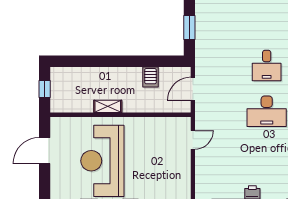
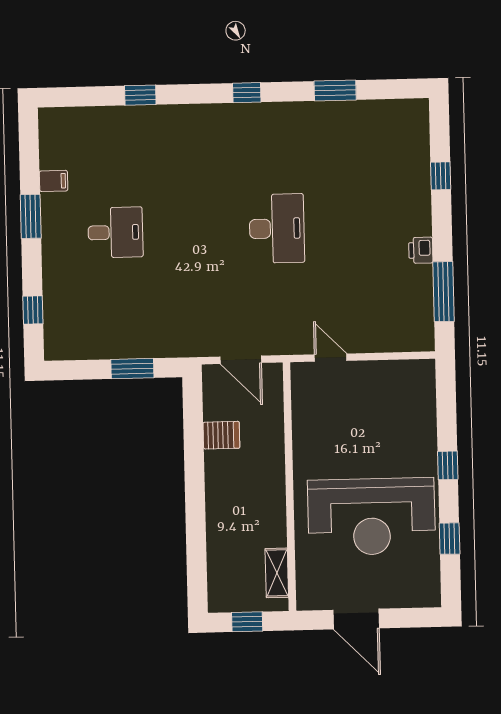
desk: (267, 66) -> (115, 232), moved
shelving: (108, 106) -> (277, 573), moved

